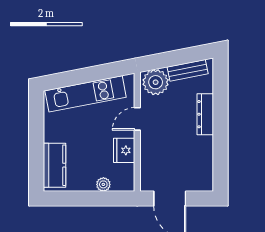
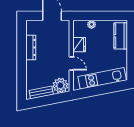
dresser: (205, 114) -> (31, 48), moved
door: (137, 119) -> (71, 63), hinge flipped

